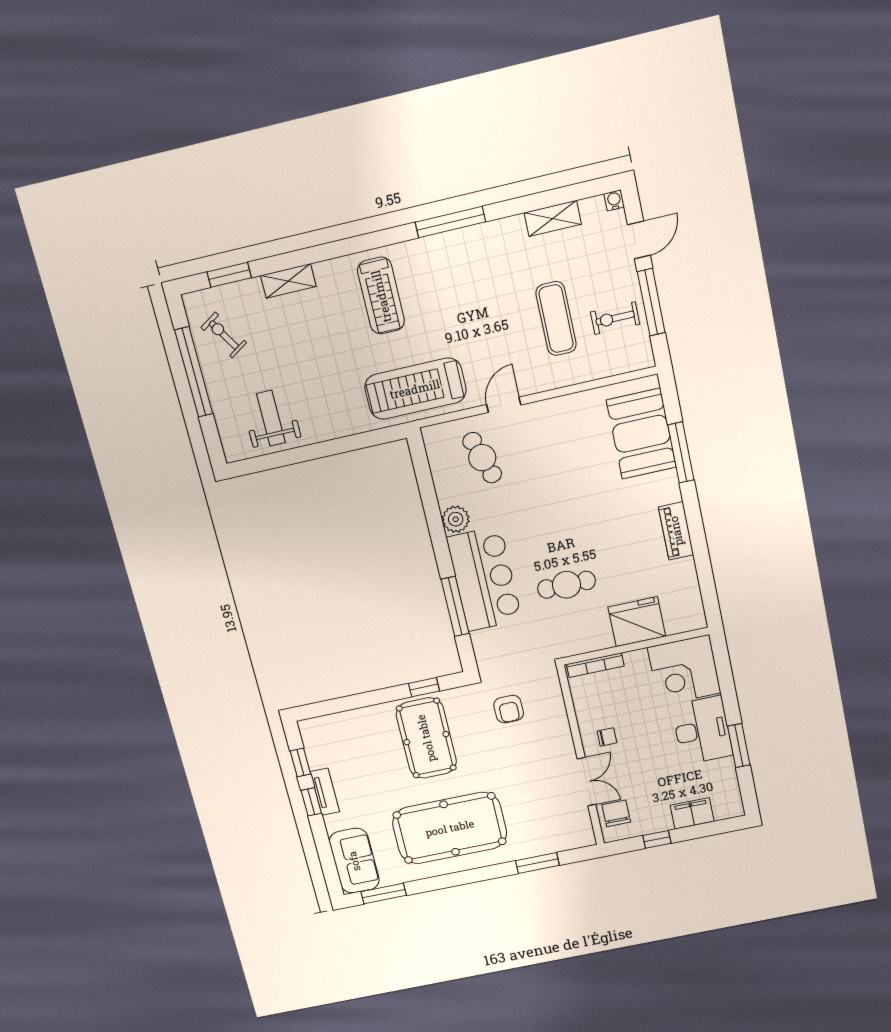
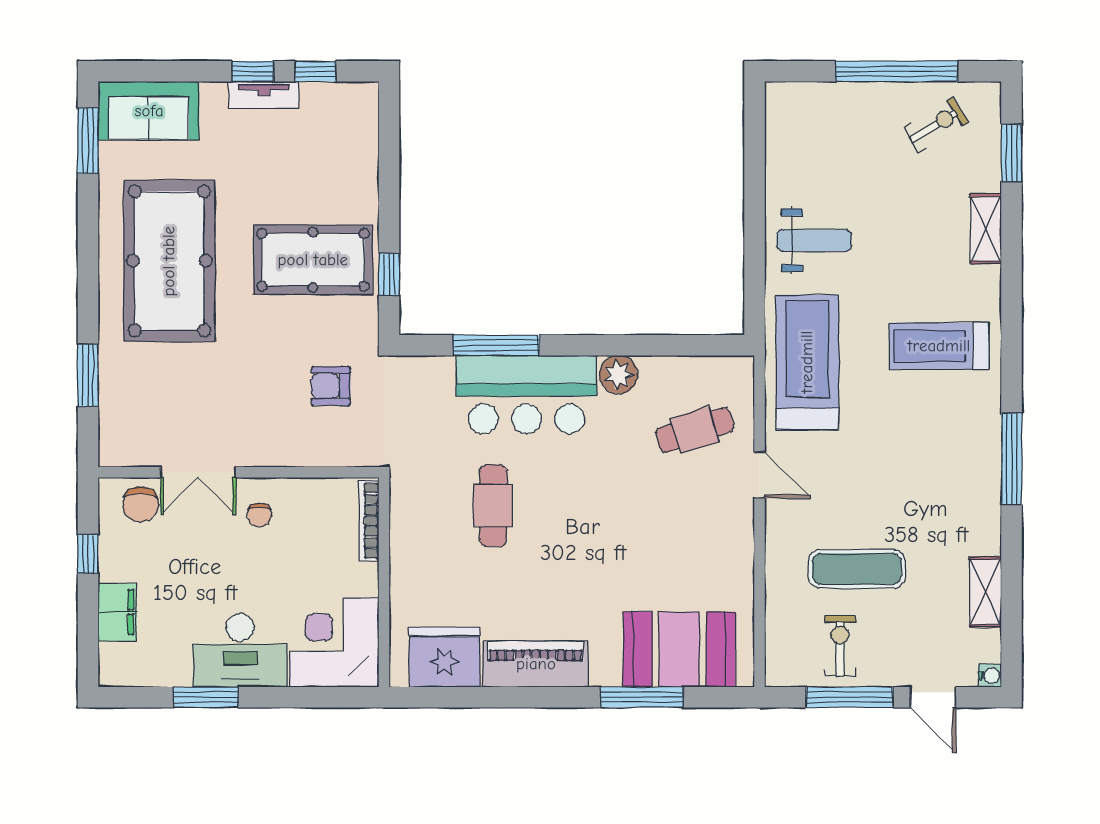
weight bench: (271, 418) -> (814, 240), moved
piano: (676, 531) -> (536, 664), width x1.37, depth x1.33
fridge: (637, 622) -> (444, 657), moved, turned -90
chair: (616, 813) -> (141, 504), turned 90

